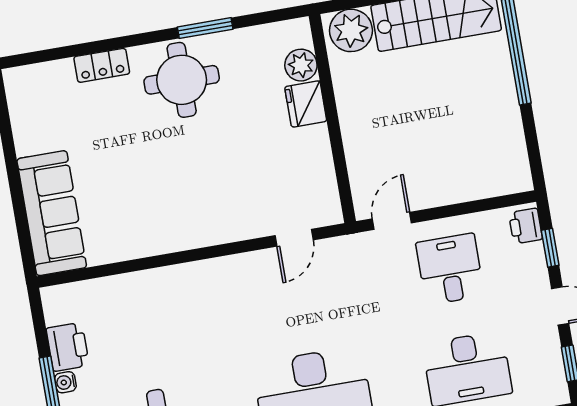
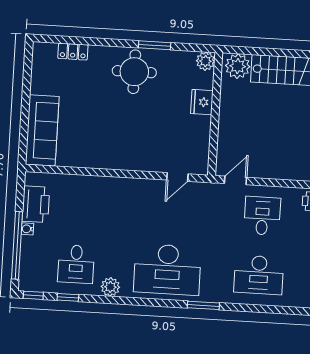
locker: (102, 65) -> (73, 52), moved
plant: (301, 65) -> (205, 61), moved
printer: (68, 347) -> (36, 204), width x1.37, depth x1.19

